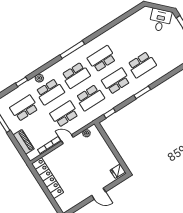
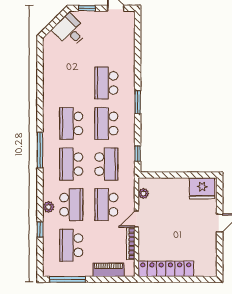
school desk: (142, 65) -> (106, 83), turned 180
school desk: (76, 75) -> (71, 164), turned 180
fridge: (118, 171) -> (202, 188), width x1.88, depth x1.34

